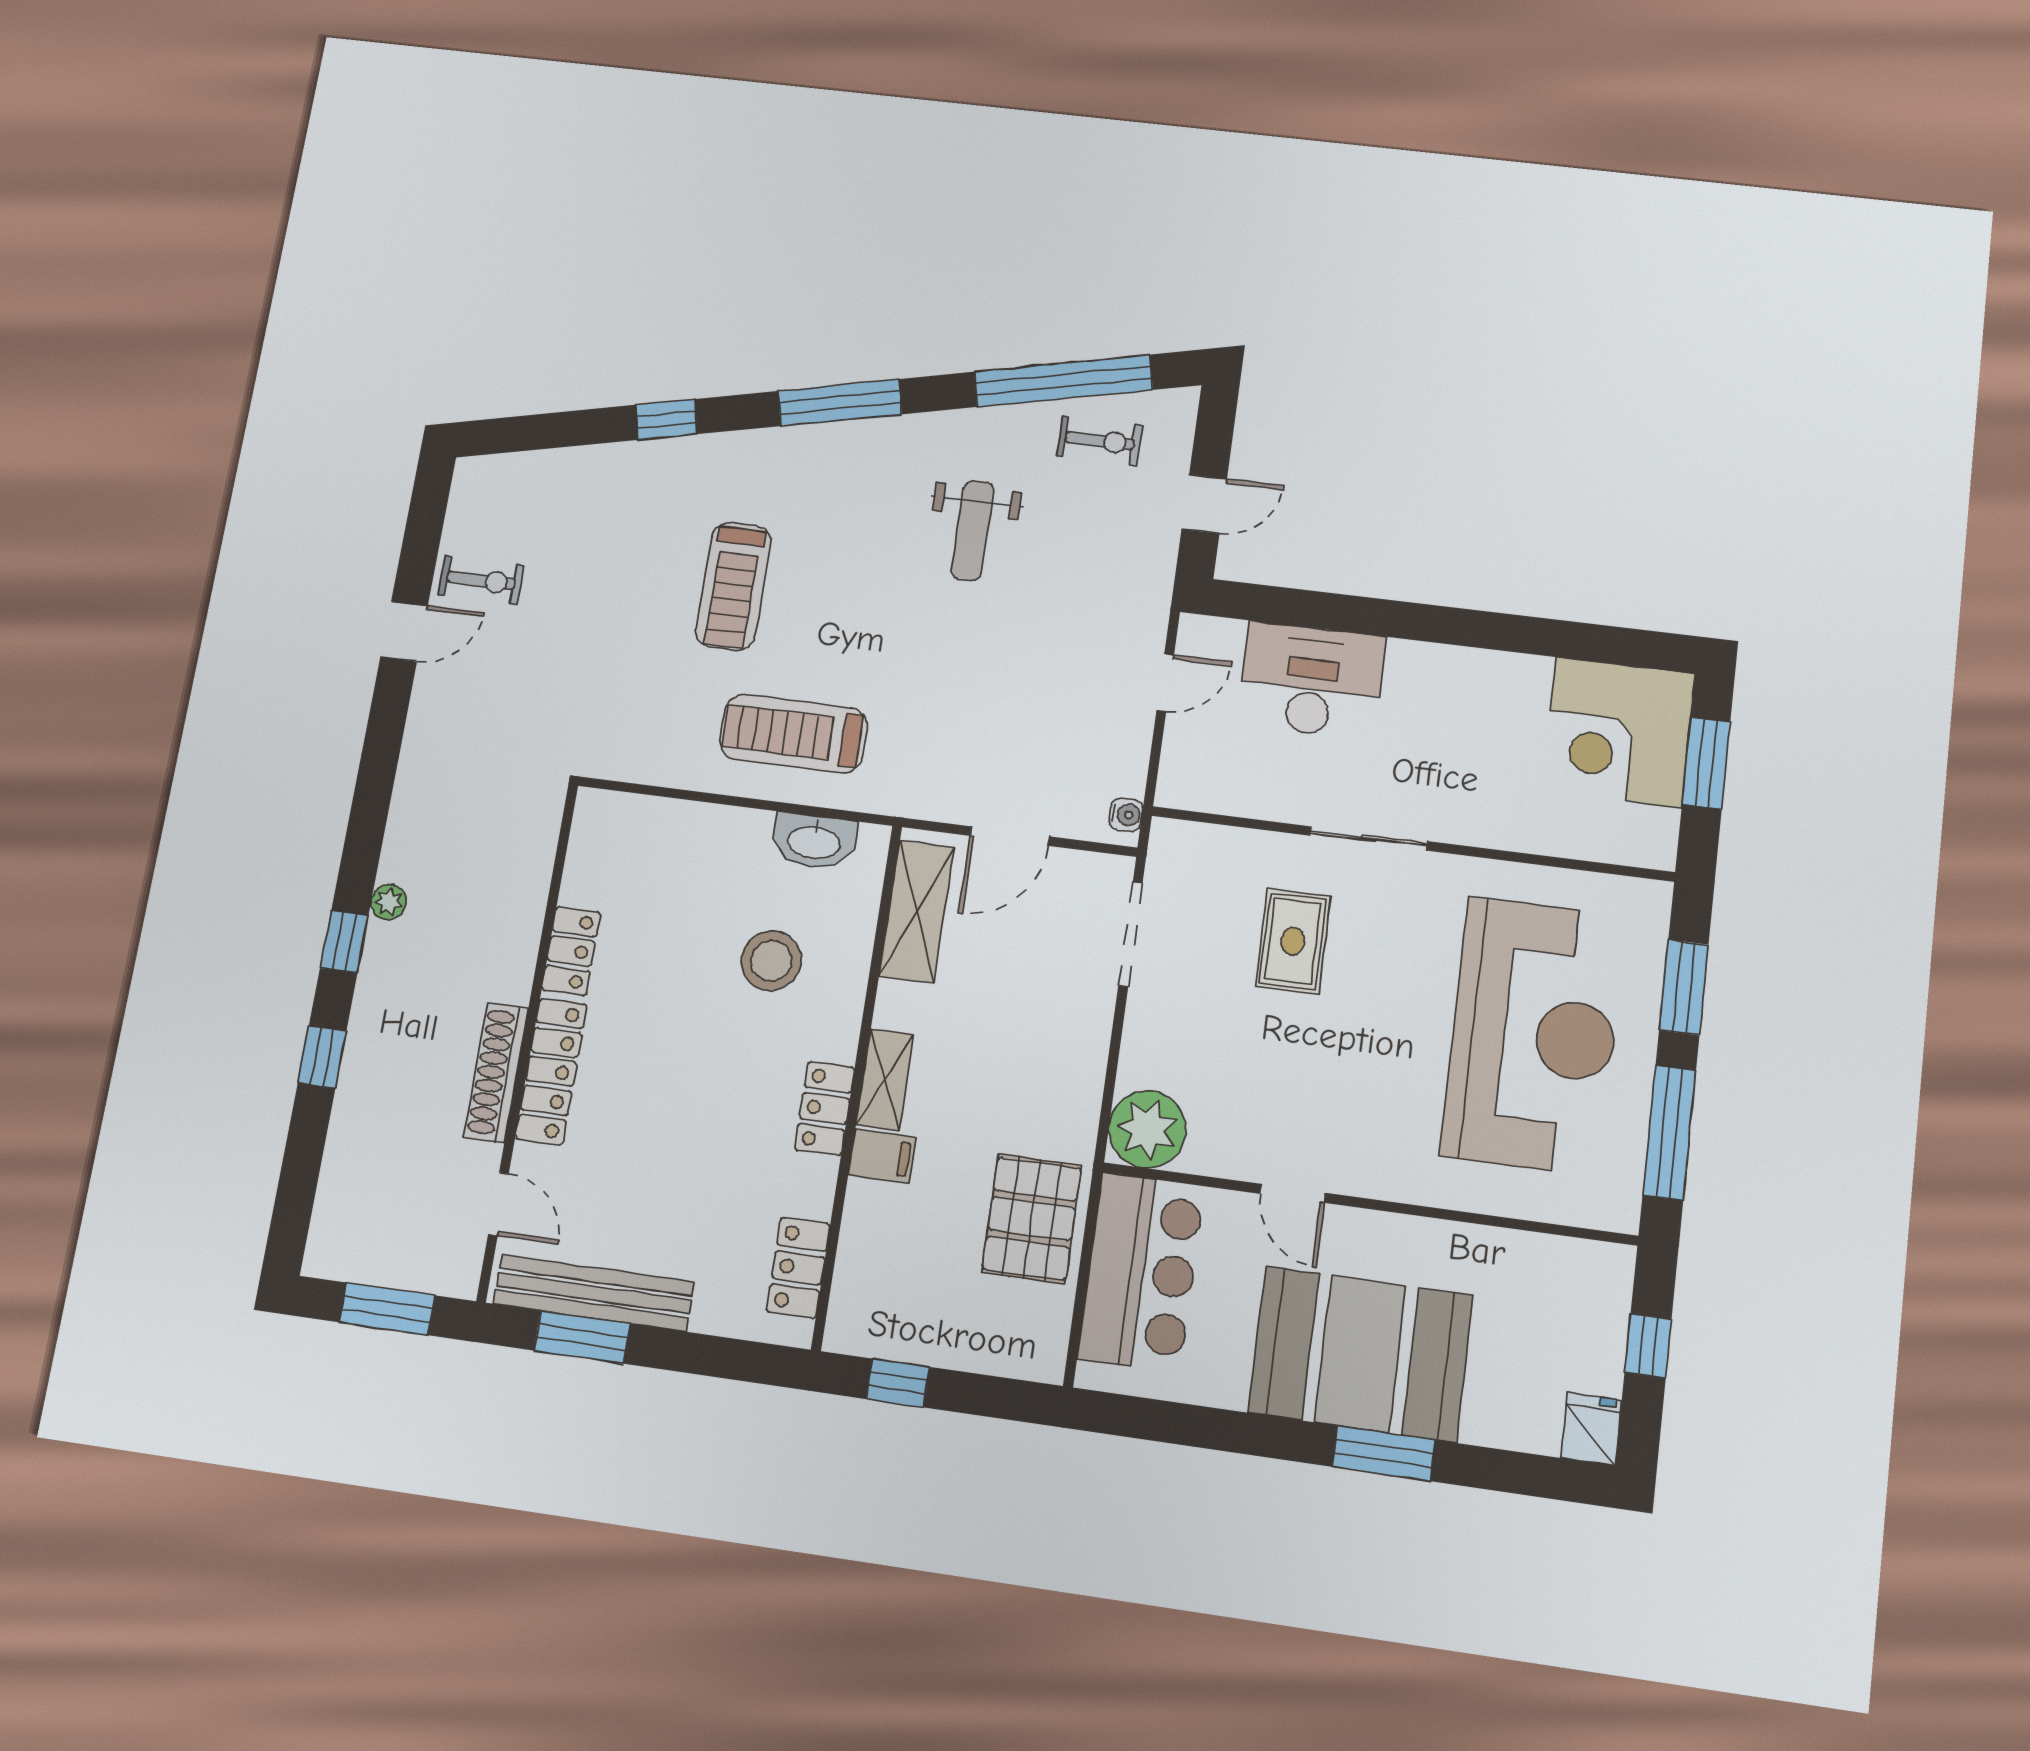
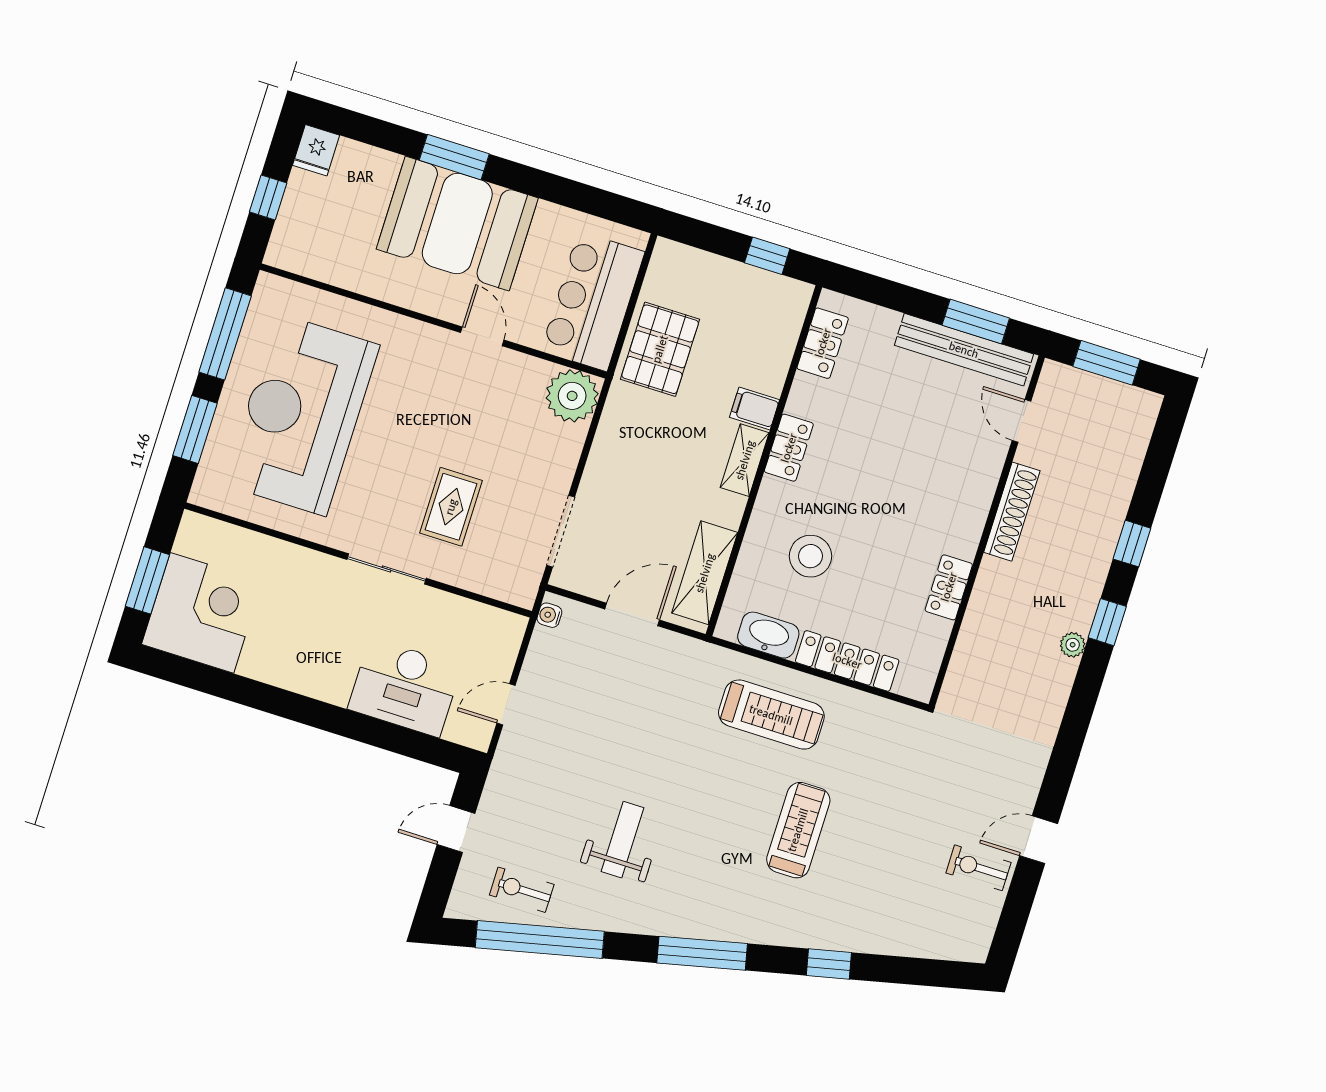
locker: (551, 1071) -> (847, 661), moved, turned 90

